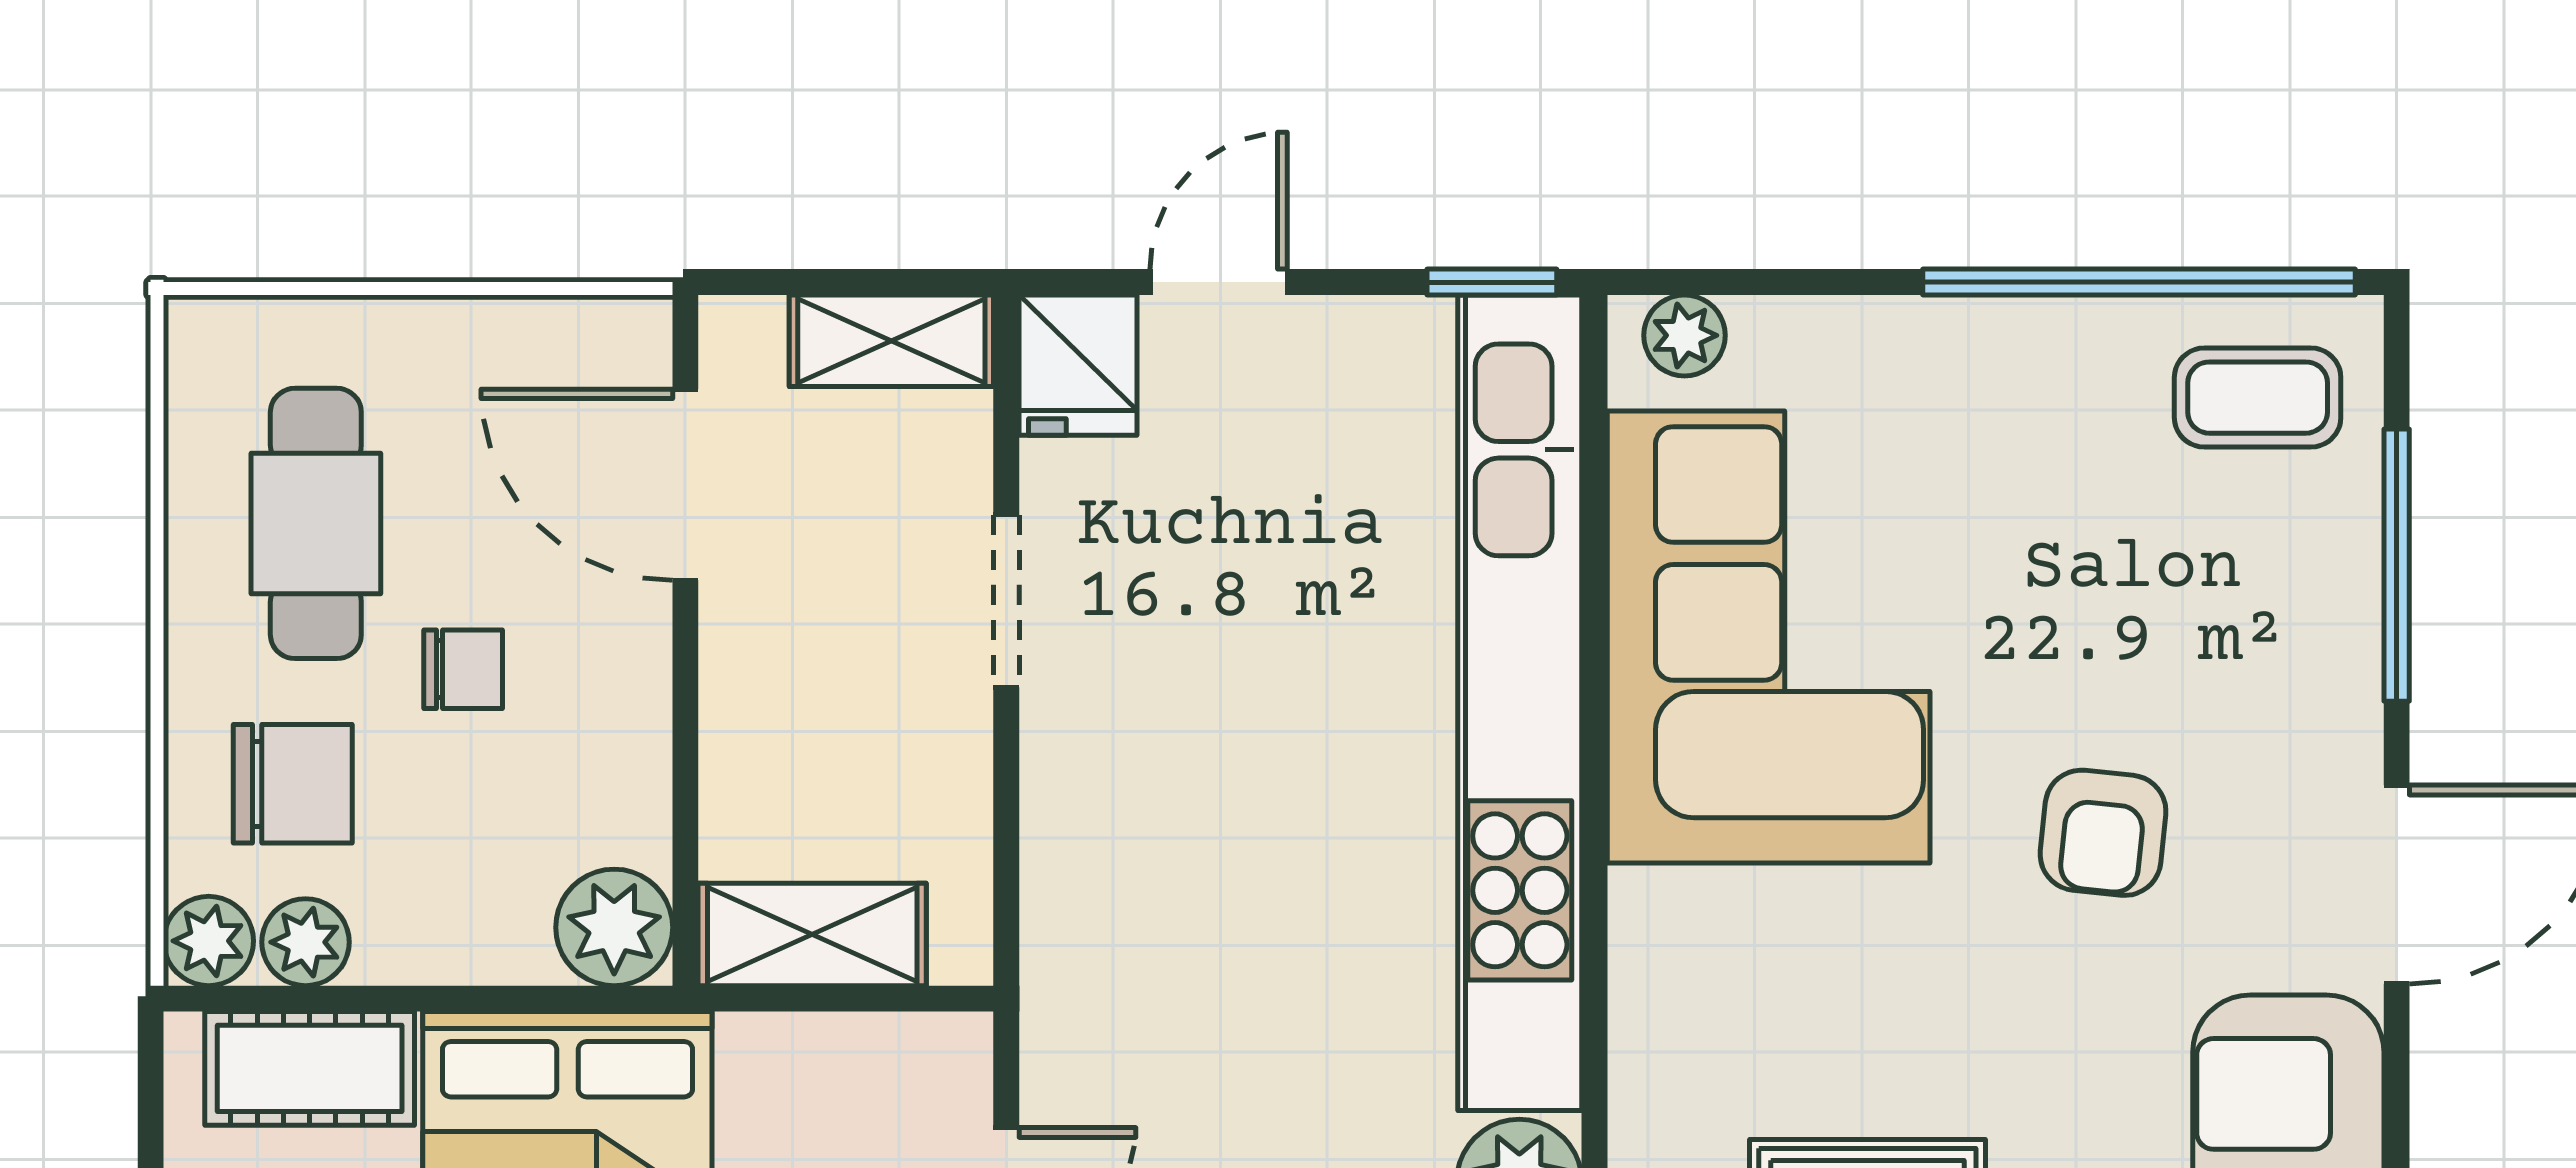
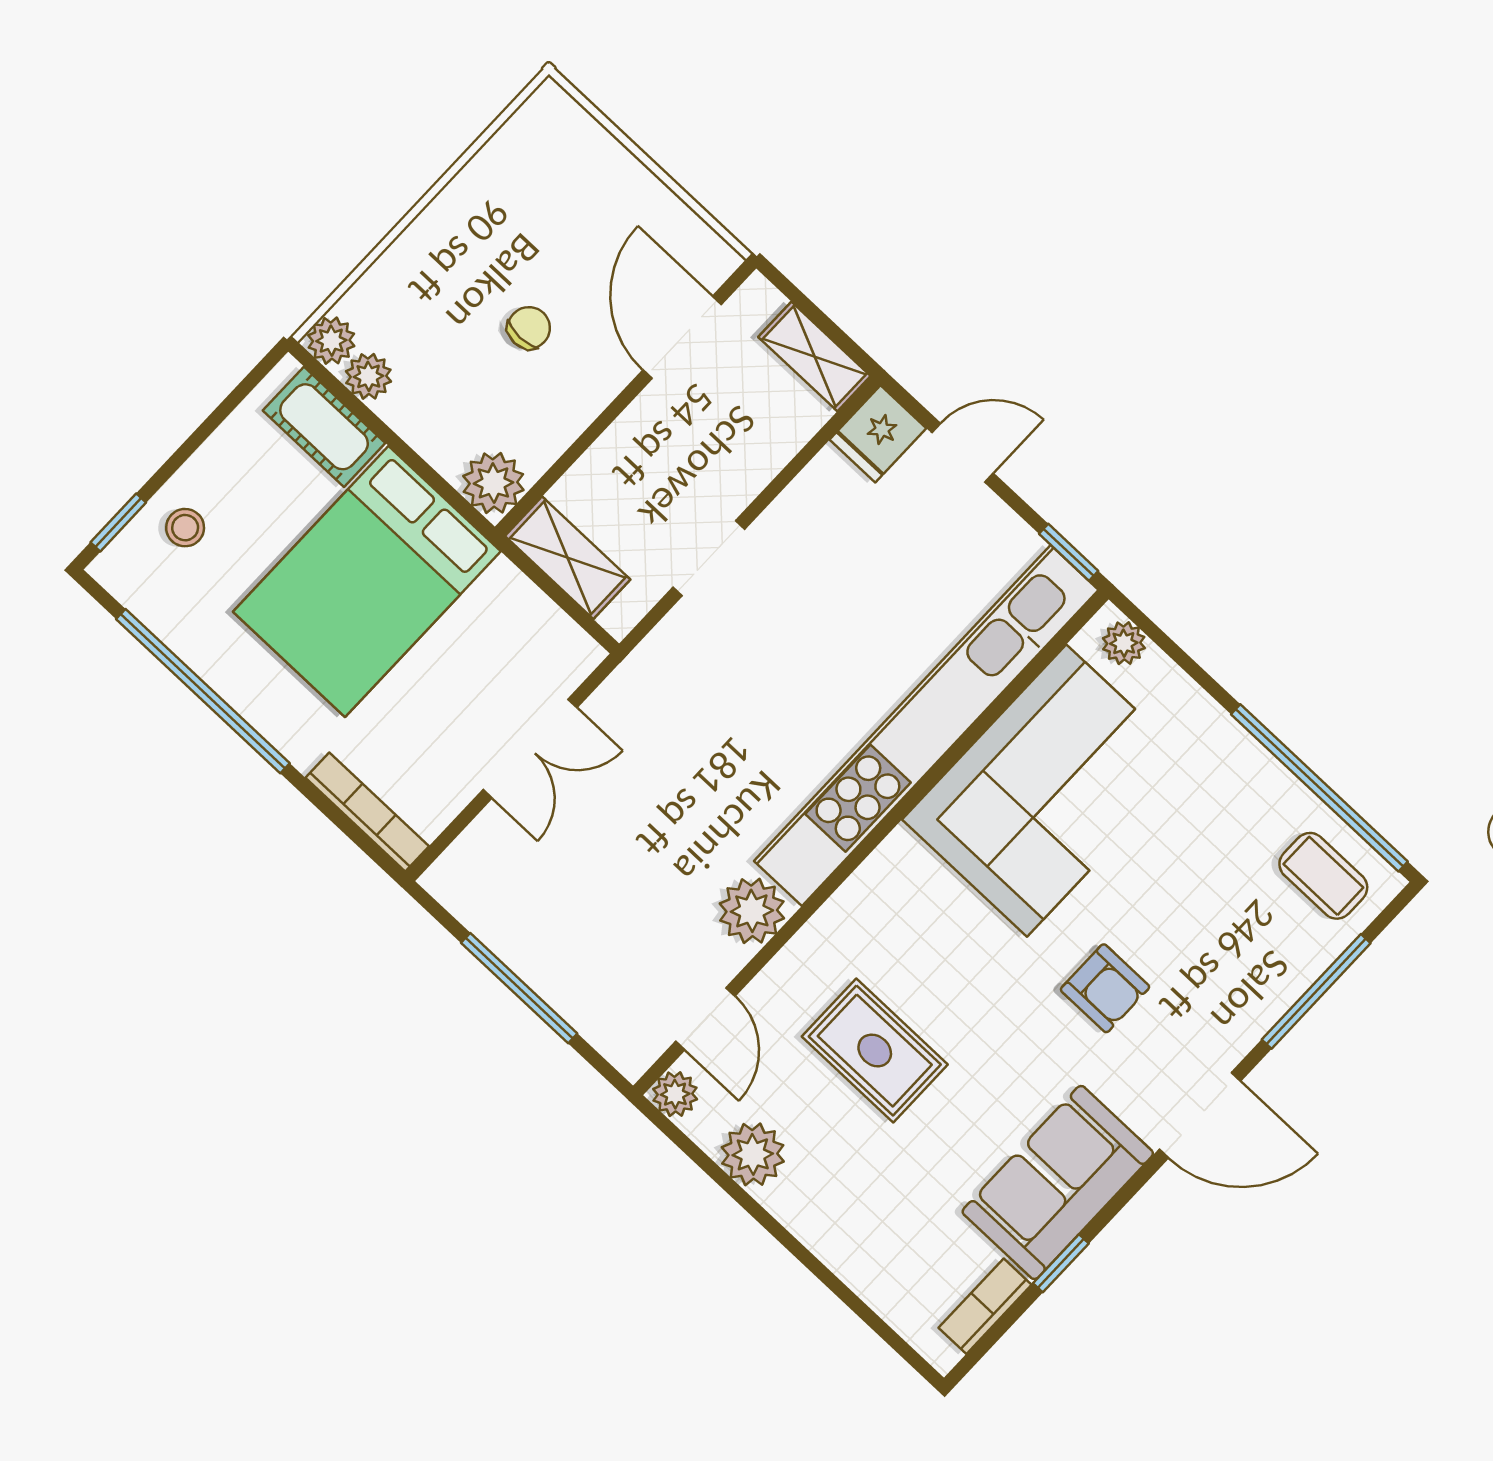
cafe table: (316, 523) -> (525, 218), removed
doorway: (1006, 601) -> (709, 558), moved
chair: (463, 669) -> (529, 328), turned -90
chair: (293, 784) -> (421, 310), removed
armchair: (2103, 833) -> (1105, 988), turned -96

